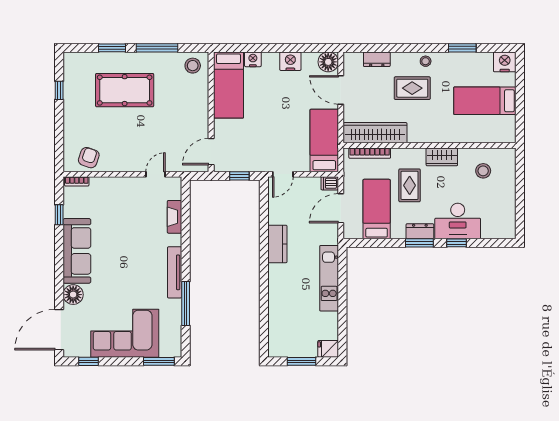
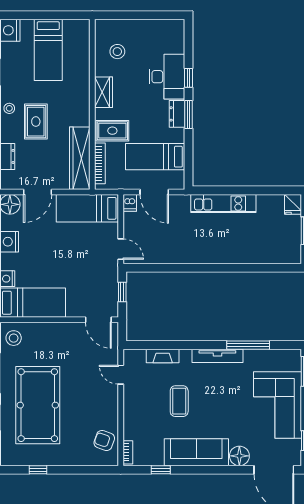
pool table: (125, 90) -> (38, 405), width x1.36, depth x1.32
rug: (410, 185) -> (112, 131), moved
coffee table: (129, 233) -> (179, 401), added
kitchen counter: (277, 244) -> (189, 254), removed

